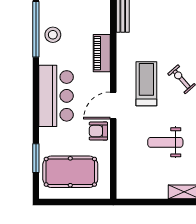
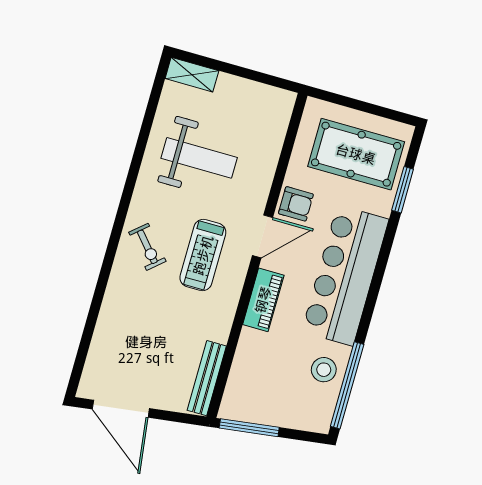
piano: (102, 53) -> (263, 300), moved
bar counter: (56, 96) -> (345, 275), width x1.36
weight bench: (165, 142) -> (199, 158), width x1.36, depth x1.33

